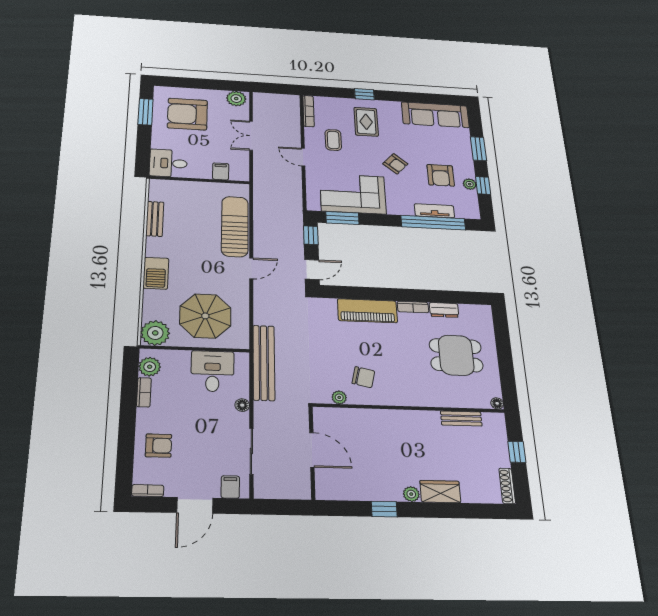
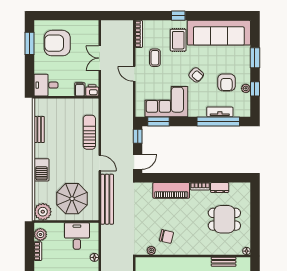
plant: (236, 99) -> (90, 27), removed
sofa: (435, 115) -> (219, 33), width x1.36, depth x1.27
printer: (240, 174) -> (92, 90), added
sun lounger: (235, 226) -> (89, 132), width x0.73, depth x0.75
door: (251, 268) -> (100, 163), hinge flipped
bench: (264, 363) -> (107, 199), moved

